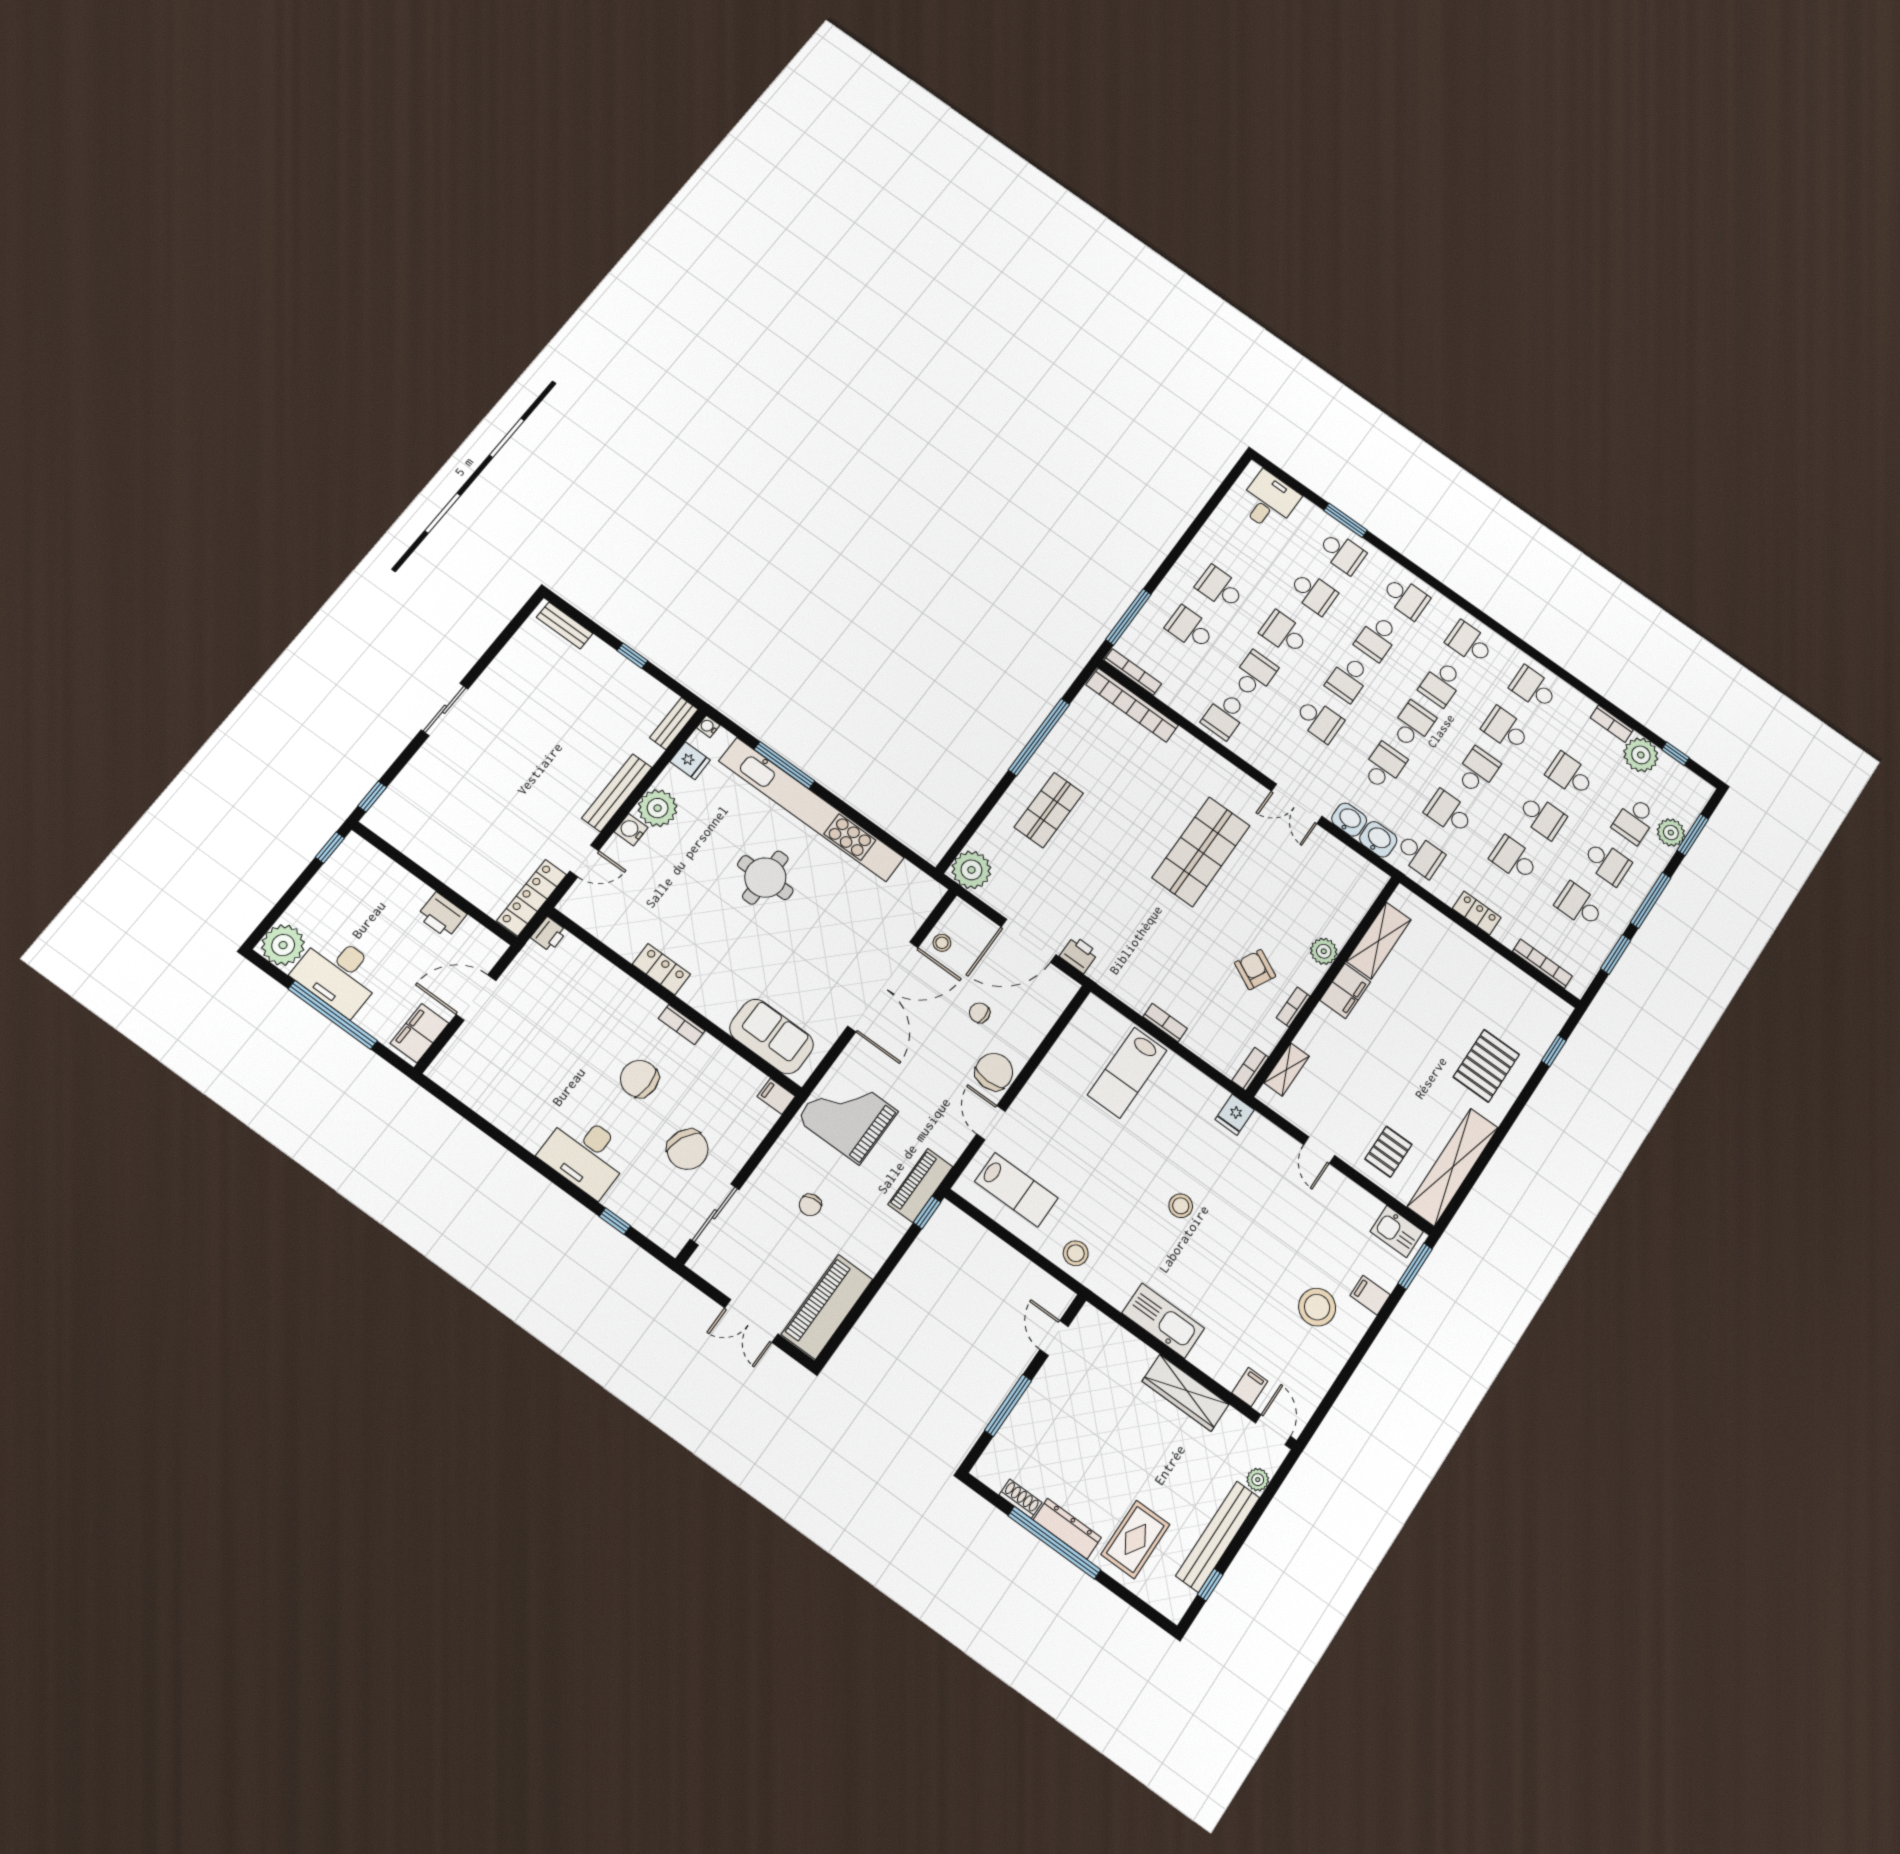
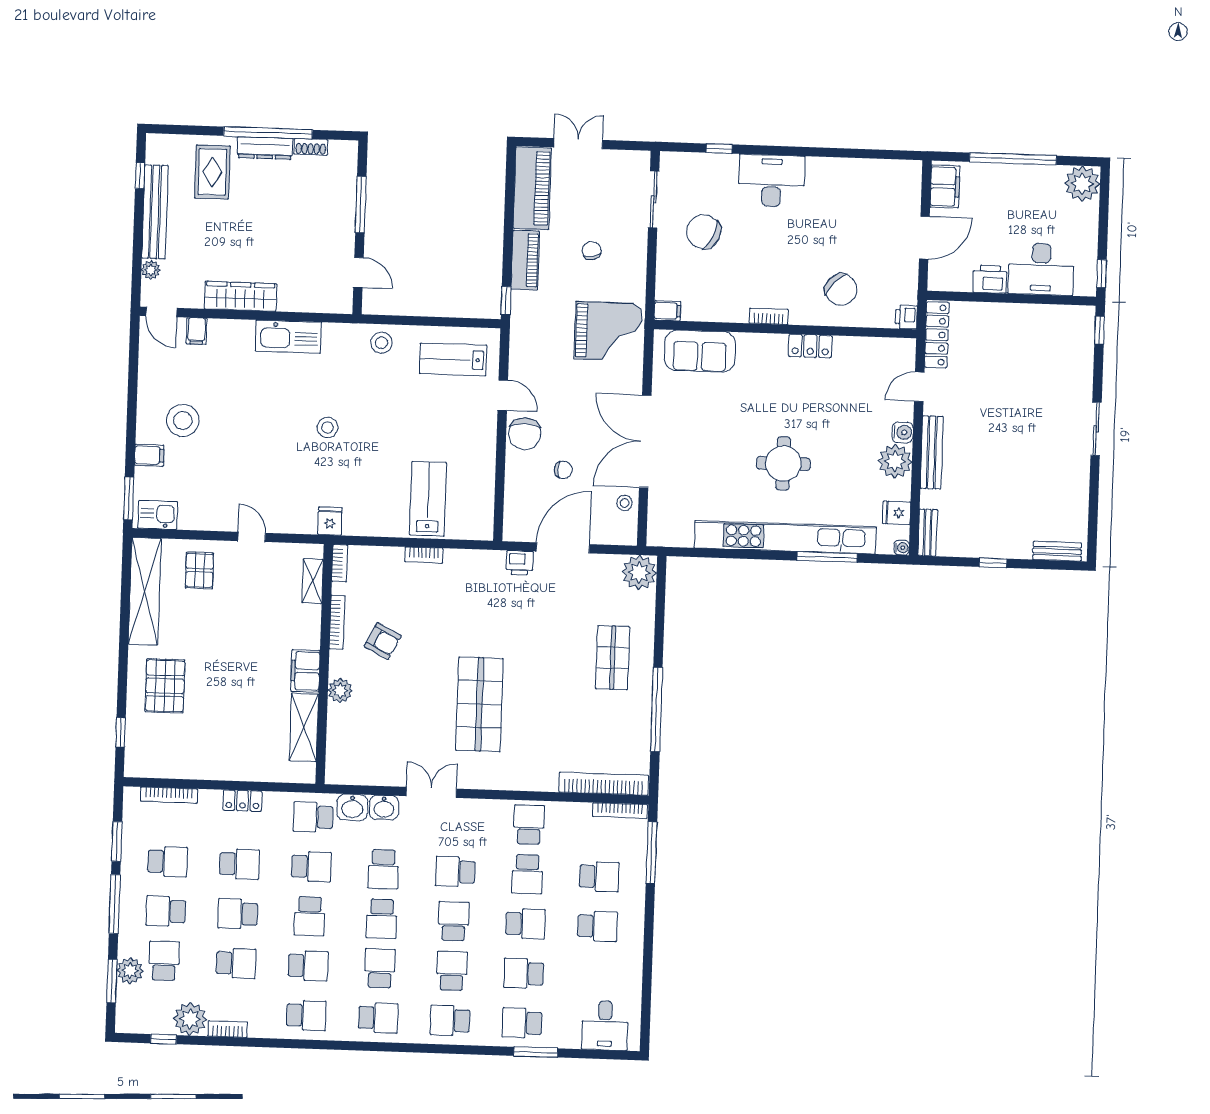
desk: (338, 974) -> (1041, 269), moved, turned 180
bookcase: (1293, 1007) -> (337, 622), width x1.56
chair: (639, 1079) -> (841, 290), moved, turned 44
piano: (920, 1186) -> (525, 260), moved

